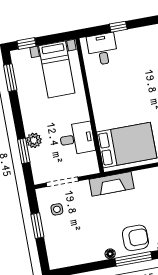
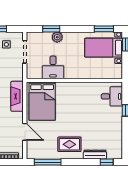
bed with nightstands: (57, 69) -> (104, 48), moved
fireplace: (112, 184) -> (17, 96), moved

